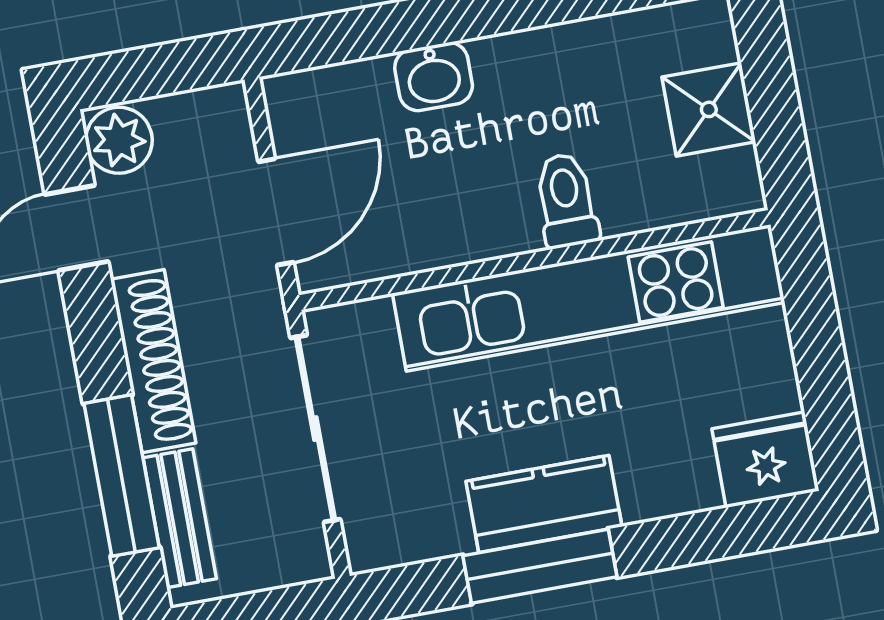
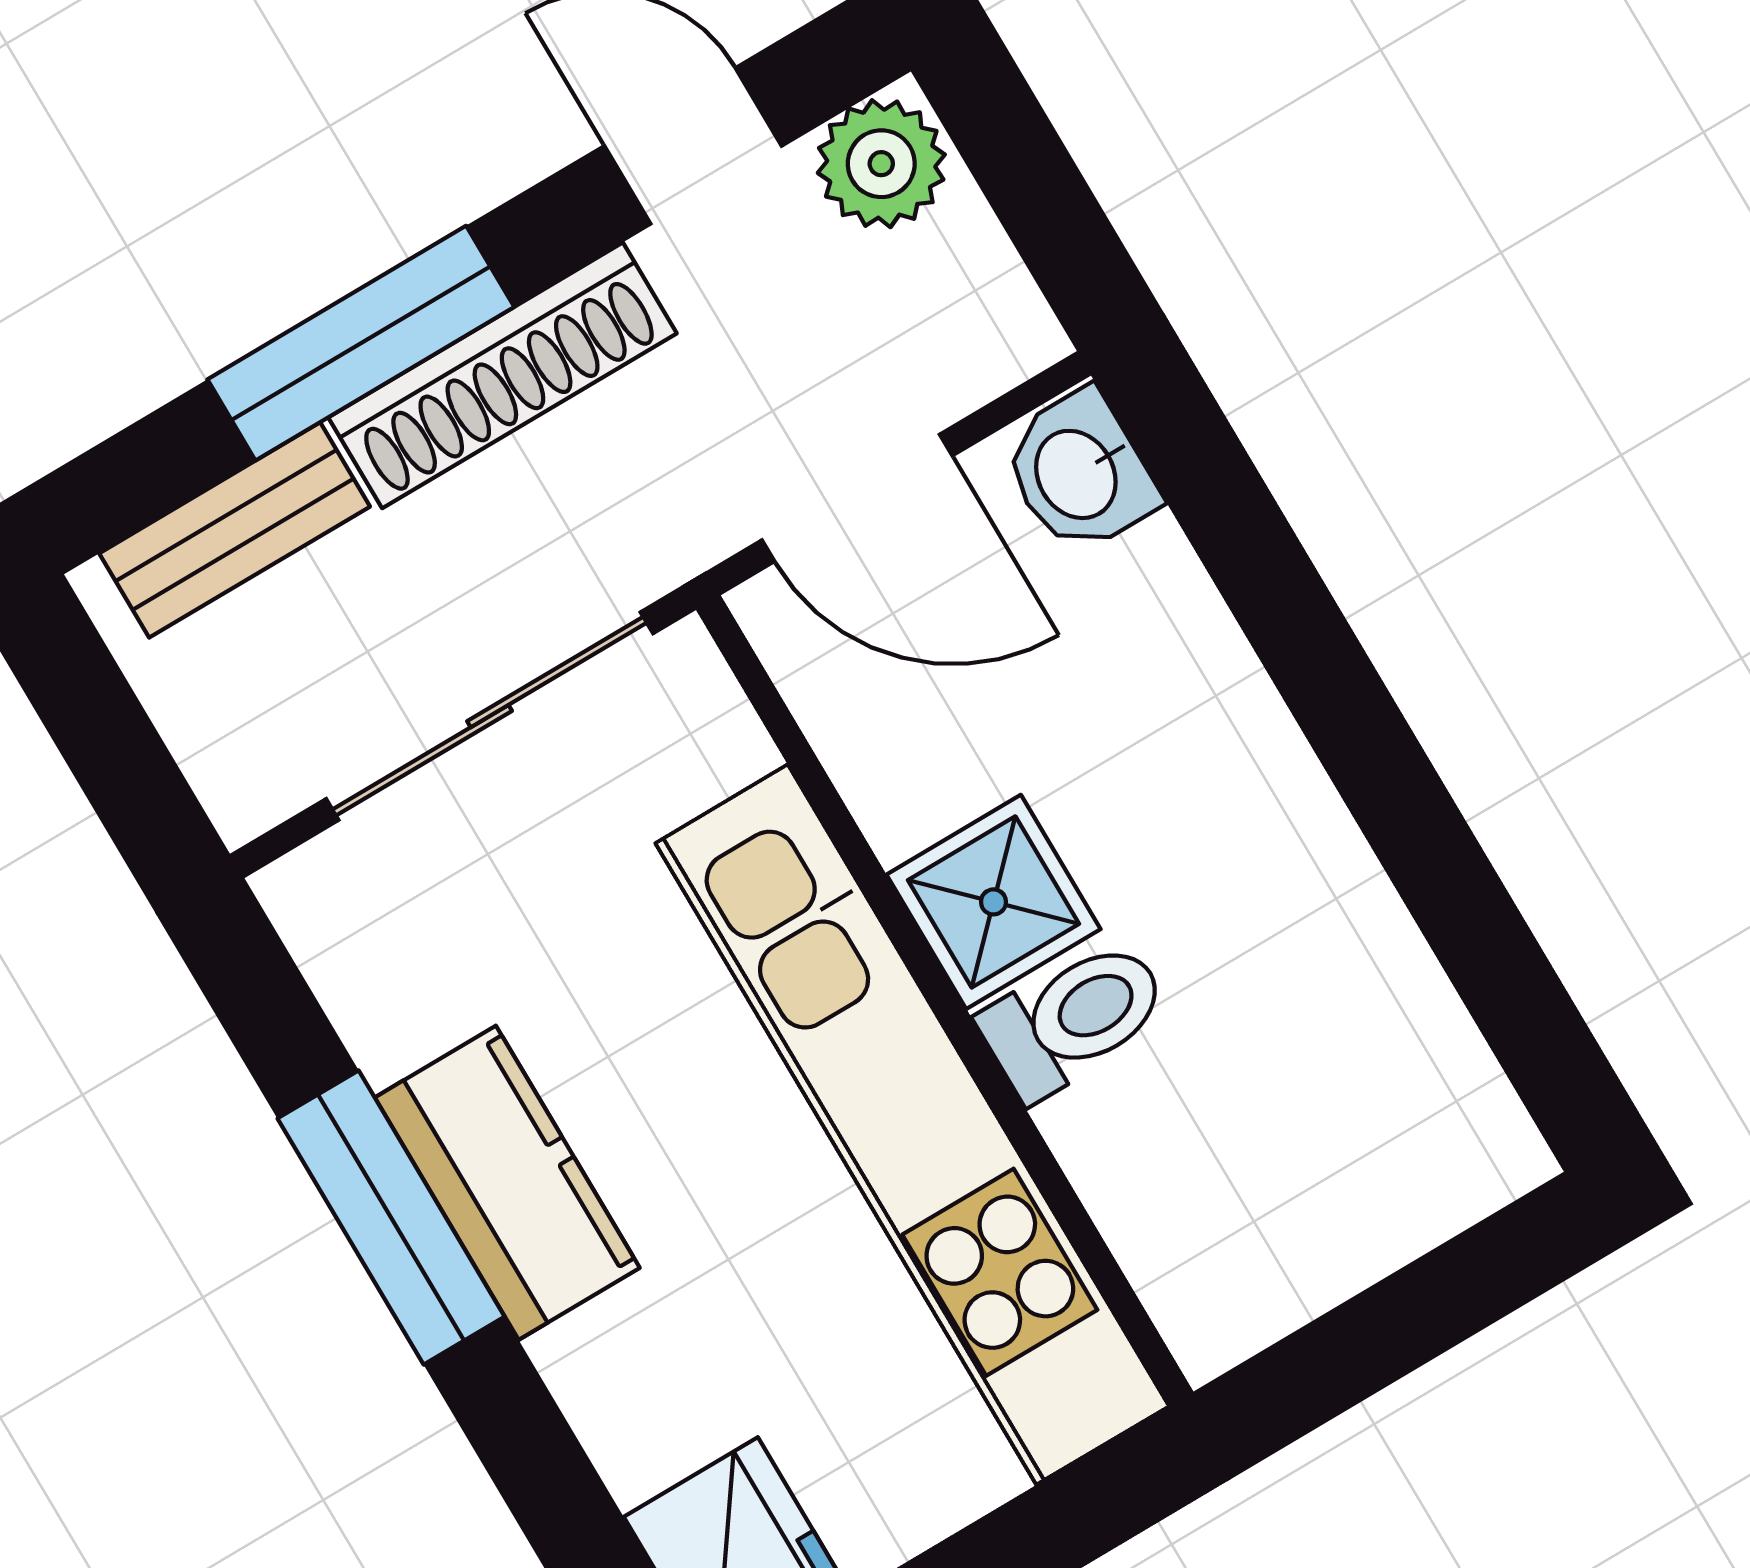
washbasin: (434, 77) -> (1079, 473), moved
shower: (709, 109) -> (993, 902), moved
window: (122, 476) -> (361, 343), moved

